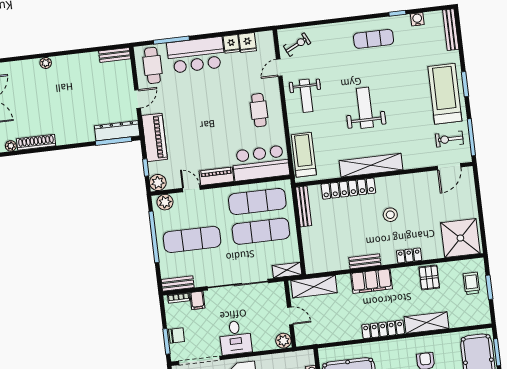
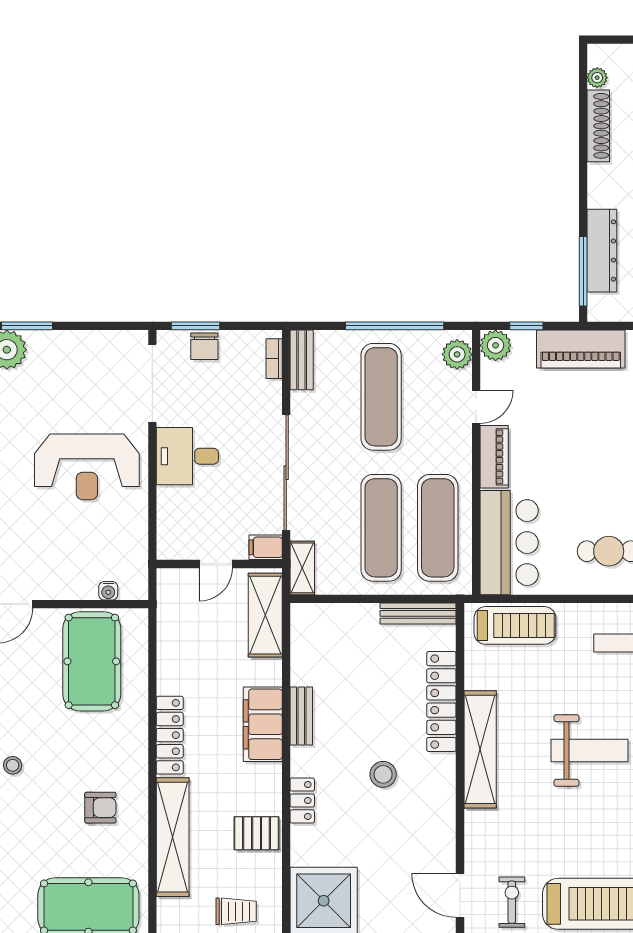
dresser: (117, 131) -> (602, 251), moved
filing cabinet: (197, 300) -> (266, 547), moved
shelving: (426, 323) -> (173, 837), width x1.47
plant: (283, 341) -> (171, 546), removed

